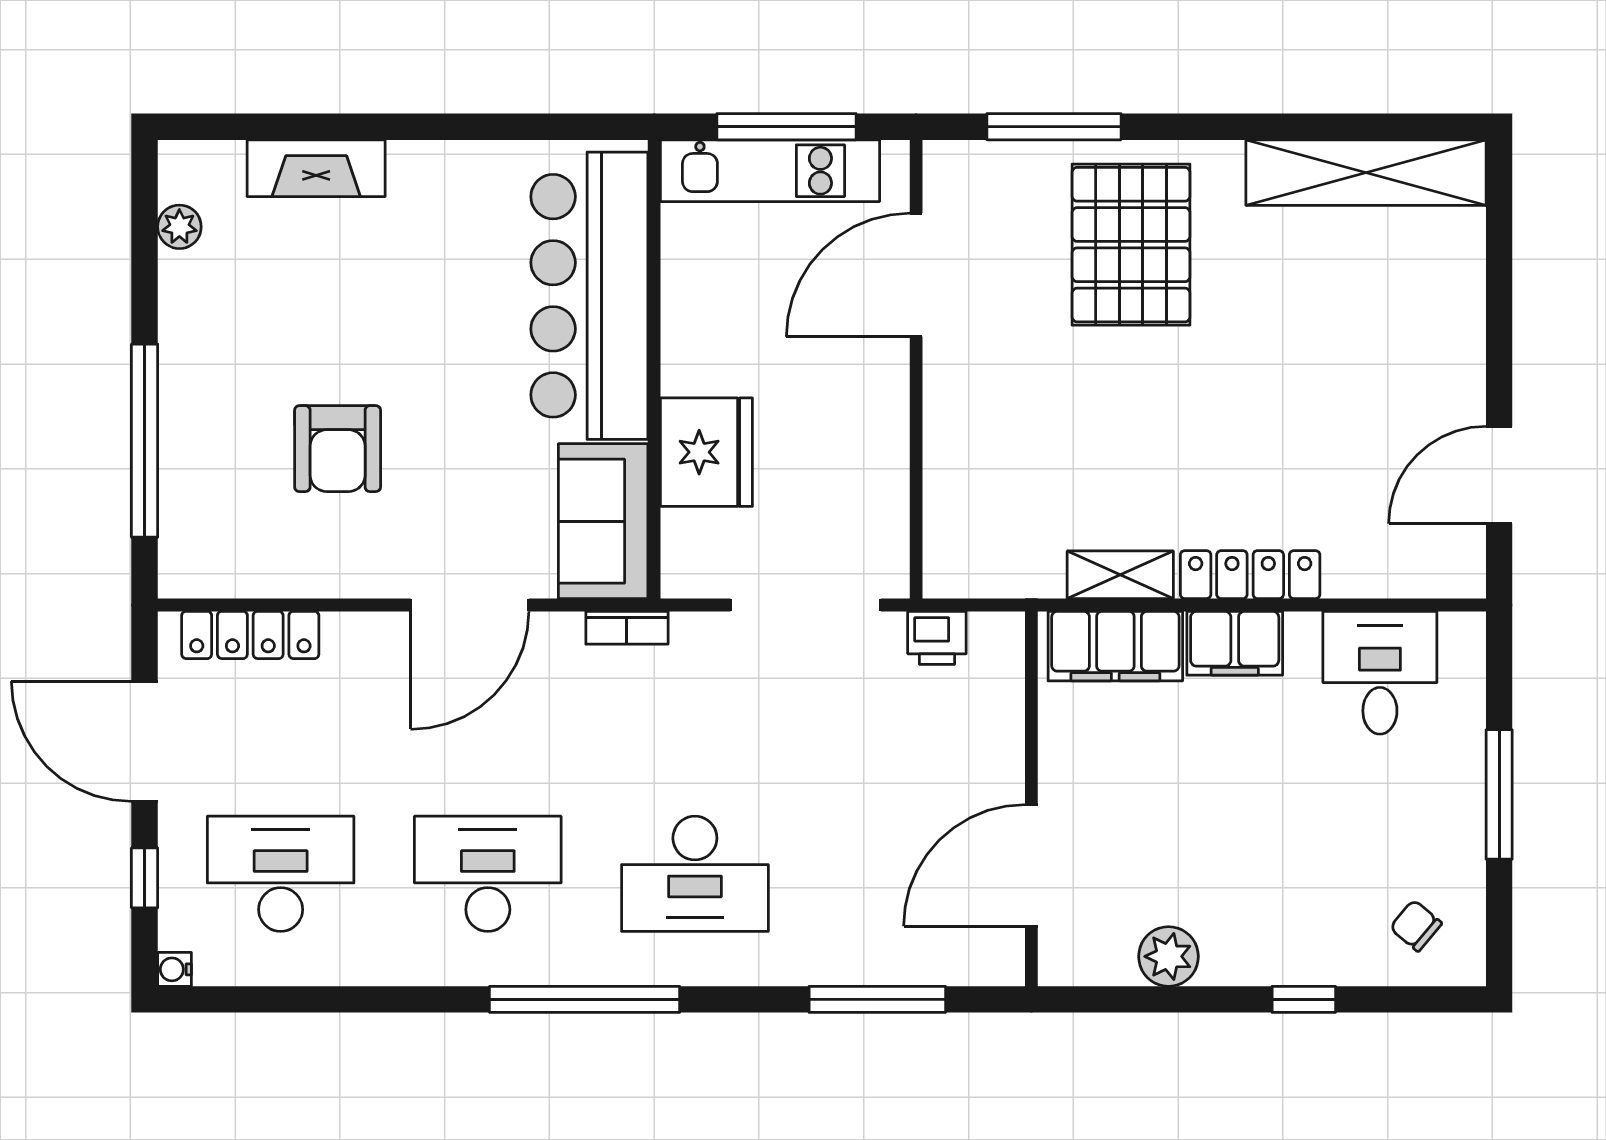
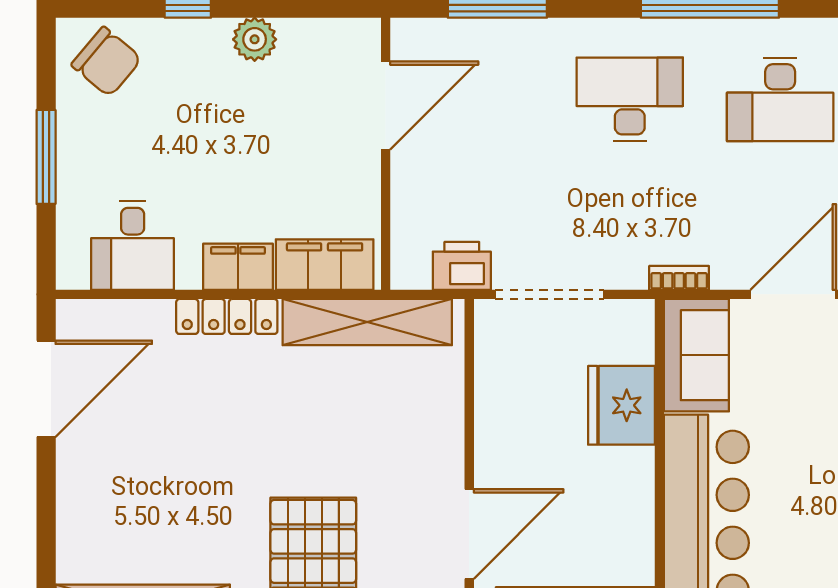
door: (1499, 475) -> (46, 389), width x1.36
shelving: (1120, 575) -> (367, 322), width x2.20, depth x1.33
printer: (937, 638) -> (462, 266), width x1.36, depth x1.24
chair: (1416, 926) -> (107, 62), width x1.87, depth x1.87
plant: (1168, 956) -> (255, 39), moved

